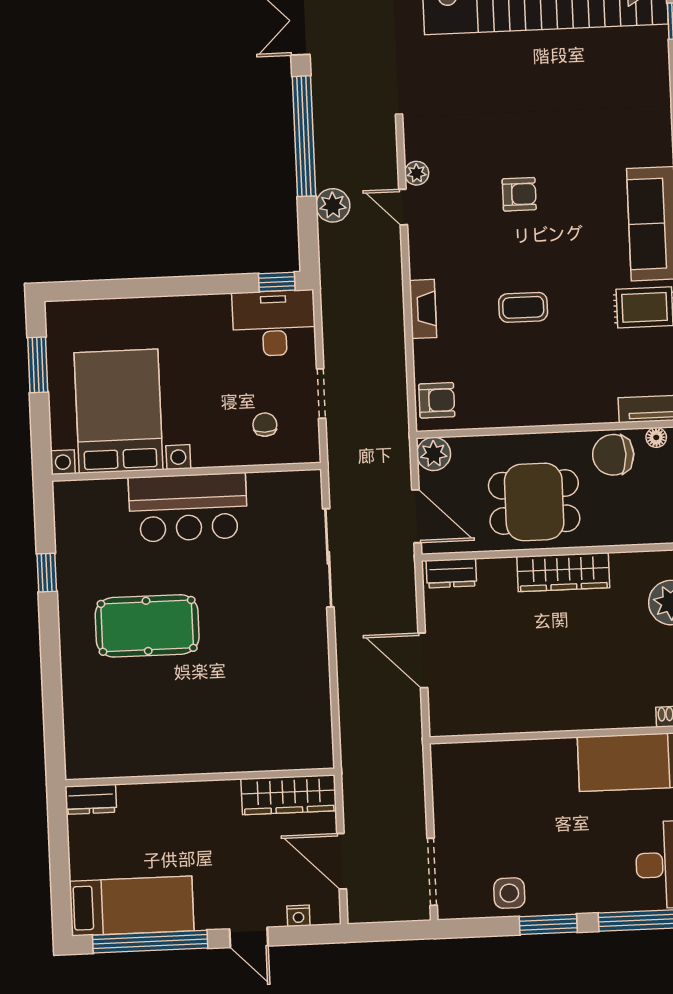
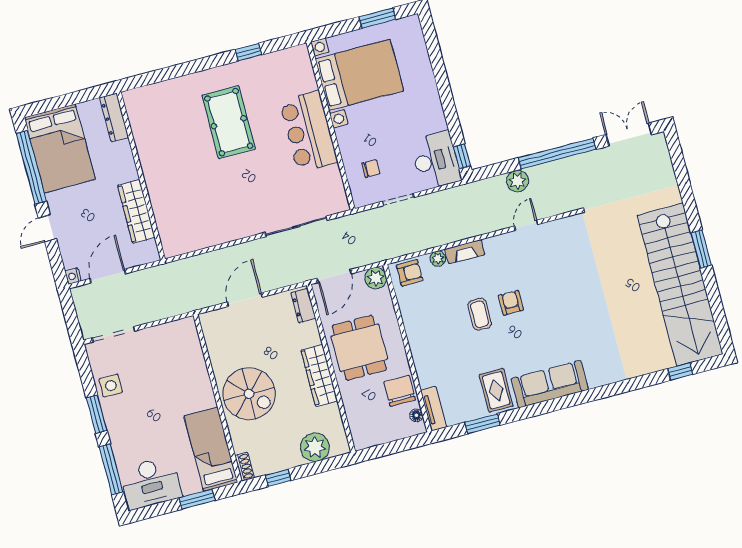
plant: (417, 173) -> (438, 259), moved
armchair: (519, 194) -> (511, 303), moved, turned 180
armchair: (437, 400) -> (410, 273), turned -90
spiral stairs: (568, 685) -> (249, 394), added
wardrobe: (289, 795) -> (136, 211), moved
dresser: (91, 799) -> (114, 117), width x1.44
bed: (132, 906) -> (60, 148), width x1.50
nightstand: (298, 916) -> (73, 276), moved

